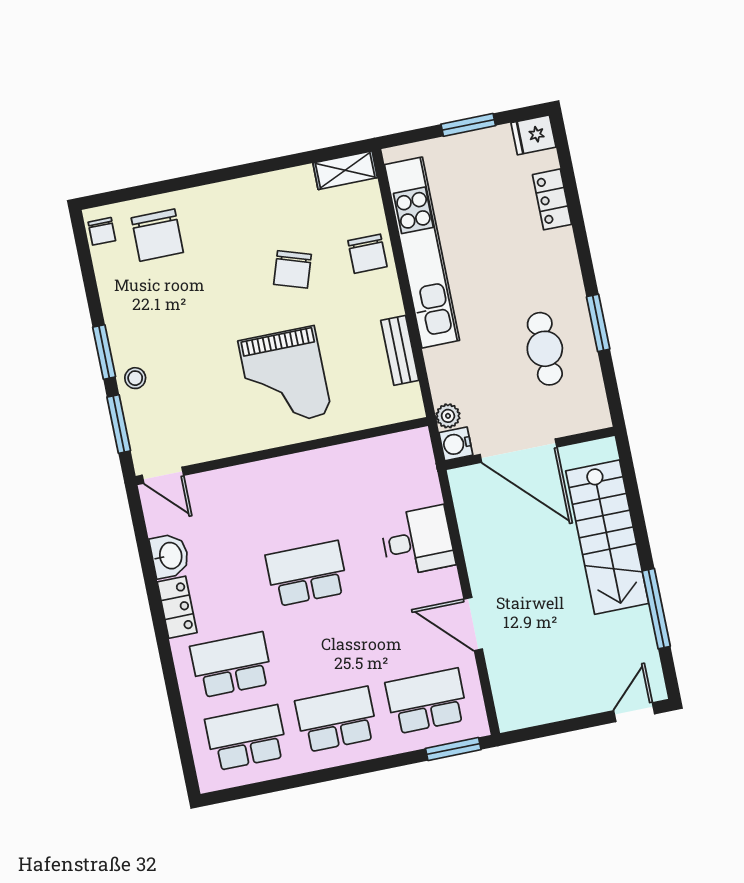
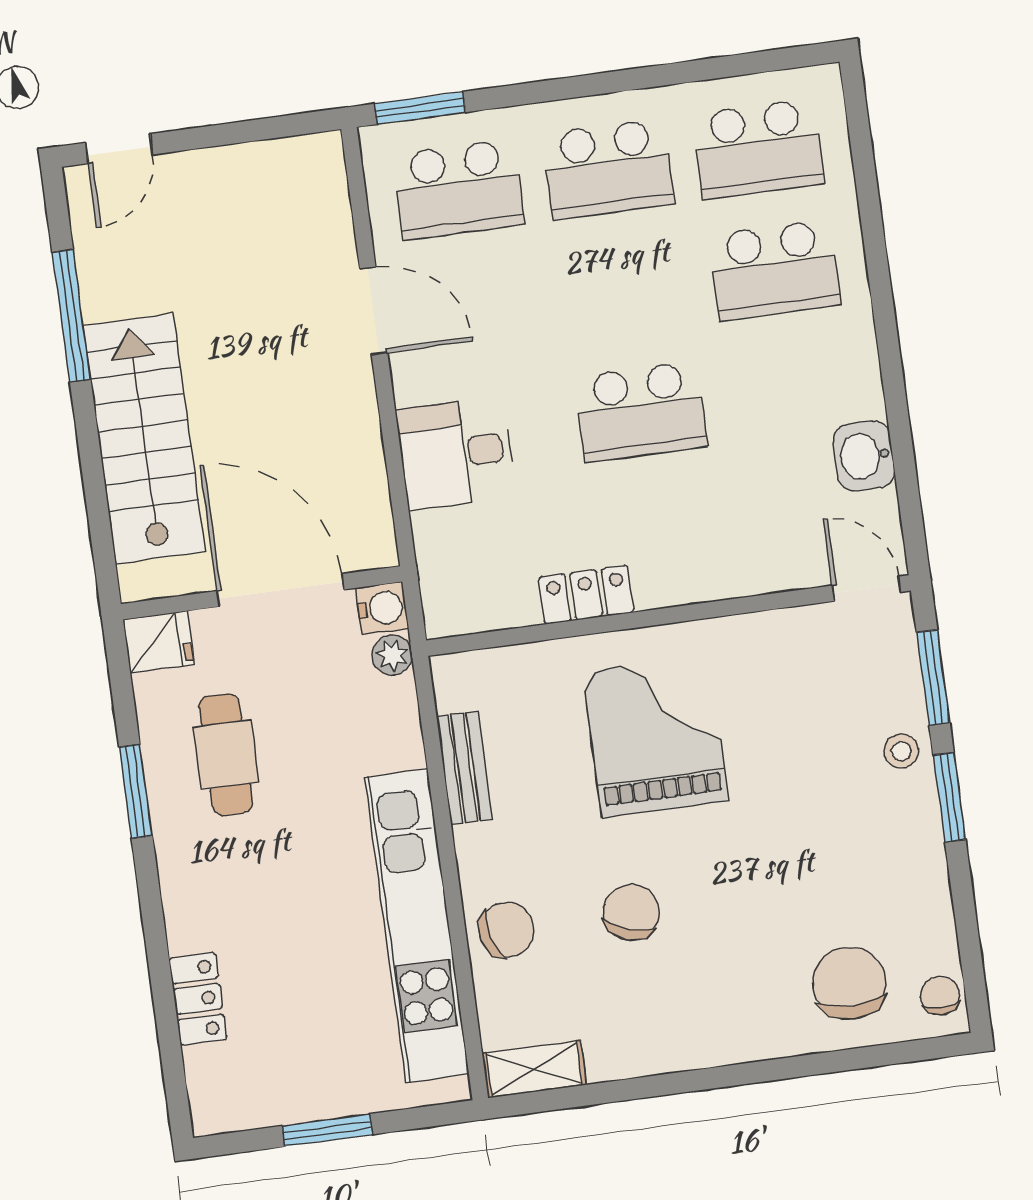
fridge: (533, 135) -> (158, 642), moved
chair: (367, 254) -> (507, 930), turned 75
locker: (177, 607) -> (586, 595), moved, turned 90

